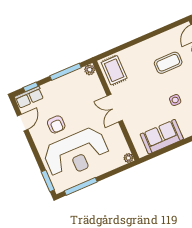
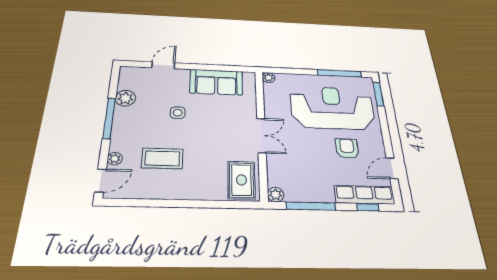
row of seats: (29, 97) -> (364, 195), width x1.48

